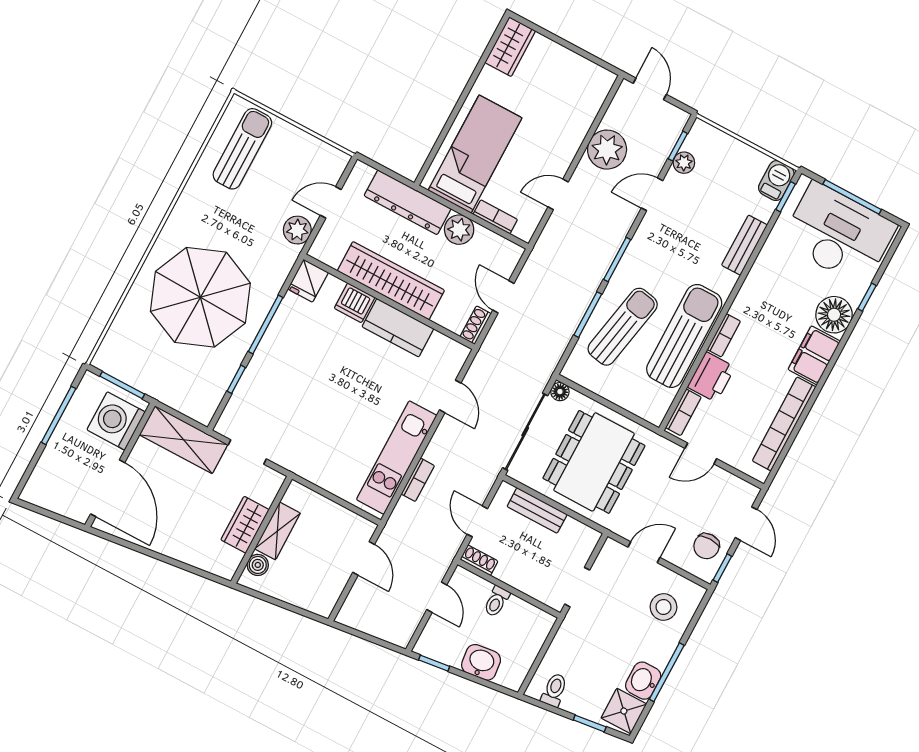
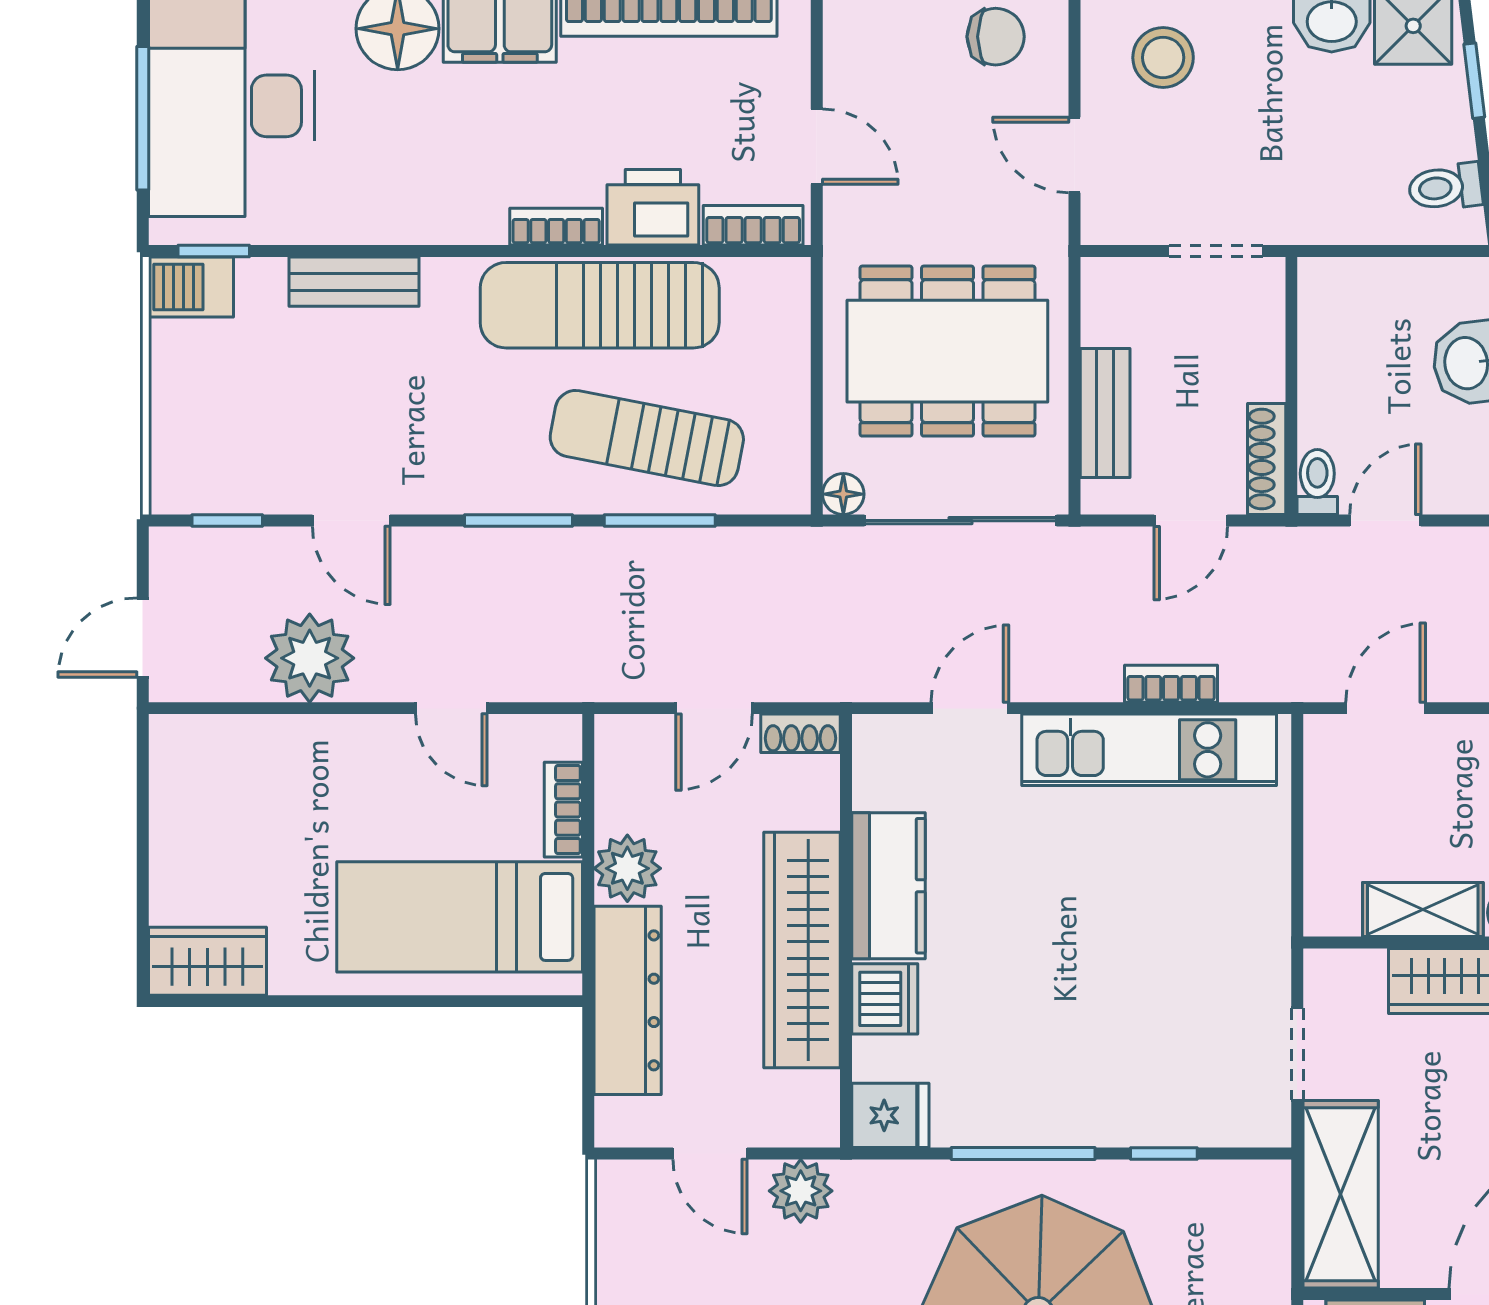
plant: (684, 163) -> (254, 491), removed
shoe rack: (479, 560) -> (1267, 459), width x1.43
toilet: (497, 601) -> (1317, 482), moved, turned -90

